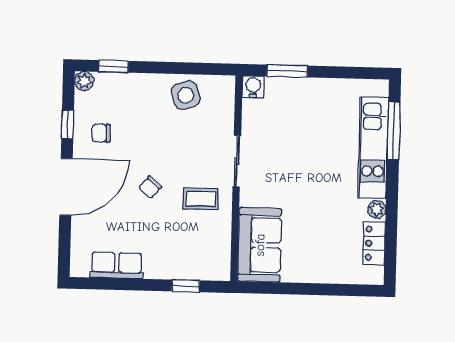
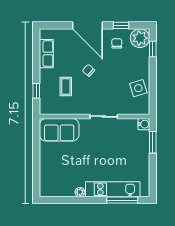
plant: (84, 81) -> (140, 38), width x1.88, depth x1.88
coffee table: (201, 199) -> (66, 87), moved
locker: (374, 243) -> (62, 191), removed

